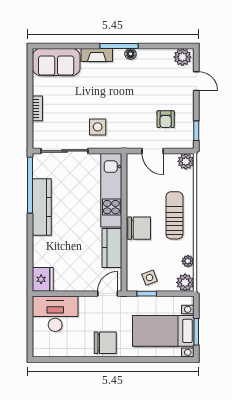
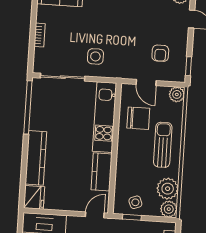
kitchen counter: (42, 207) -> (36, 158), moved
chair: (139, 228) -> (138, 118), moved
plant: (188, 261) -> (168, 189), width x1.87, depth x1.87

